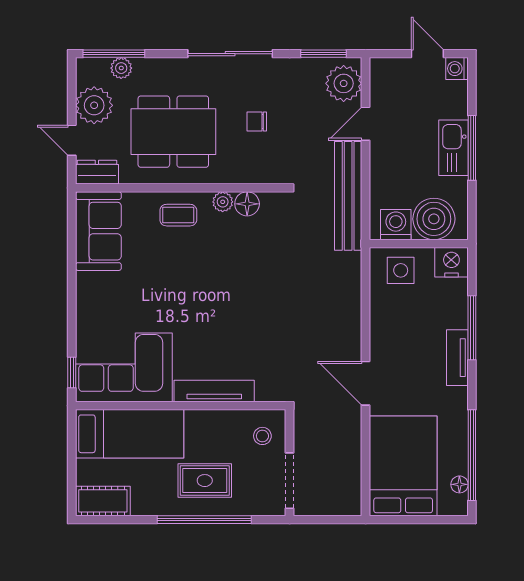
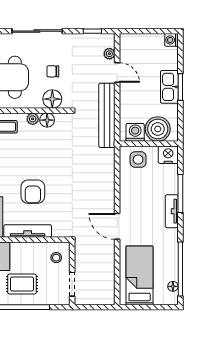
window: (323, 54) -> (92, 31), width x0.67
door: (427, 54) -> (154, 31), removed
plant: (344, 83) -> (109, 54), width x0.53, depth x0.53
door: (366, 124) -> (117, 73), swing flipped
window: (472, 148) -> (180, 87), width x0.69
floor lamp: (256, 168) -> (52, 99), added
armchair: (223, 325) -> (33, 192), added
bed: (403, 466) -> (140, 275), width x0.67
doorway: (290, 481) -> (72, 284), width x0.73

